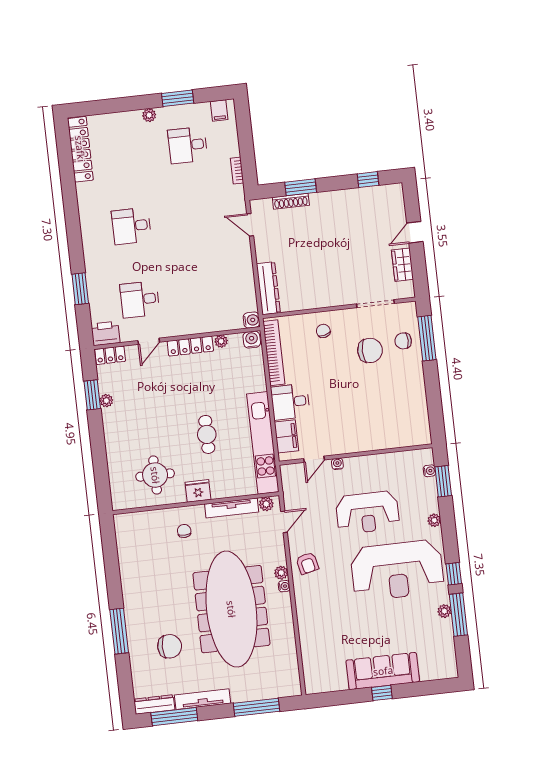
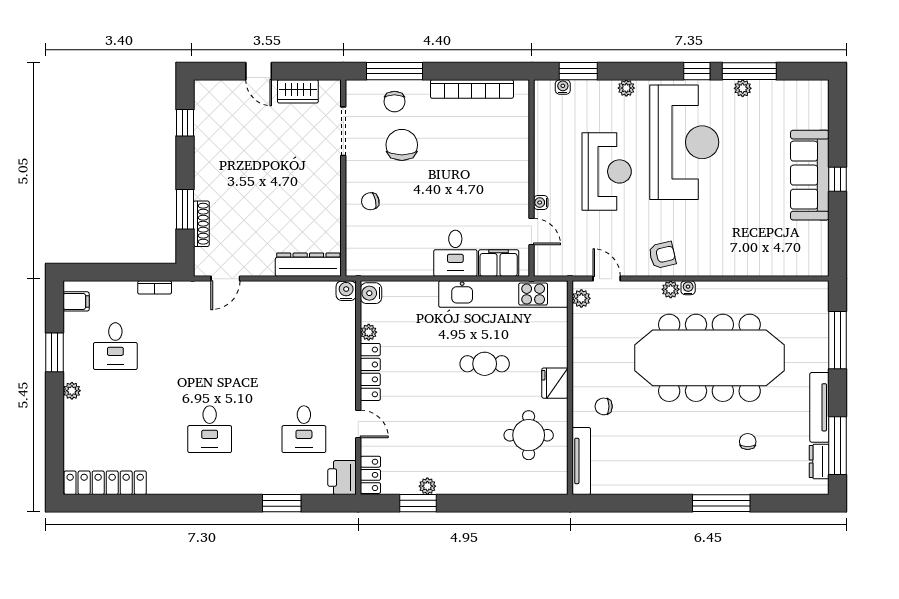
bookcase: (274, 353) -> (472, 89), moved, turned 180
tv unit: (232, 508) -> (581, 461), moved
chair: (170, 646) -> (748, 442), width x0.54, depth x0.54
dresser: (154, 704) -> (819, 462), width x0.70

